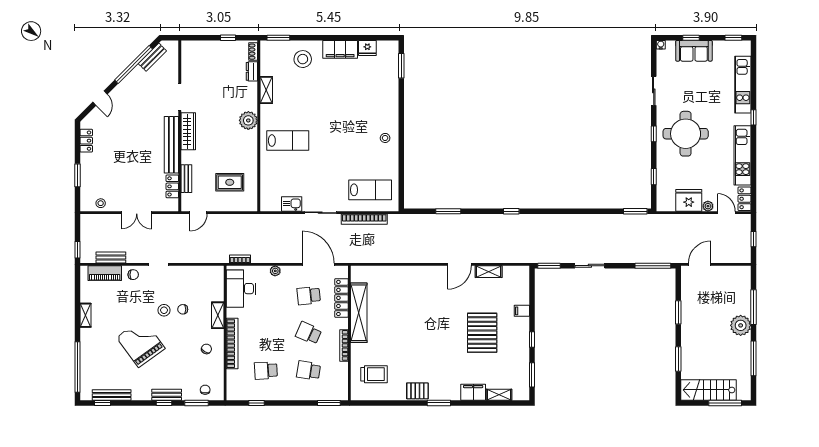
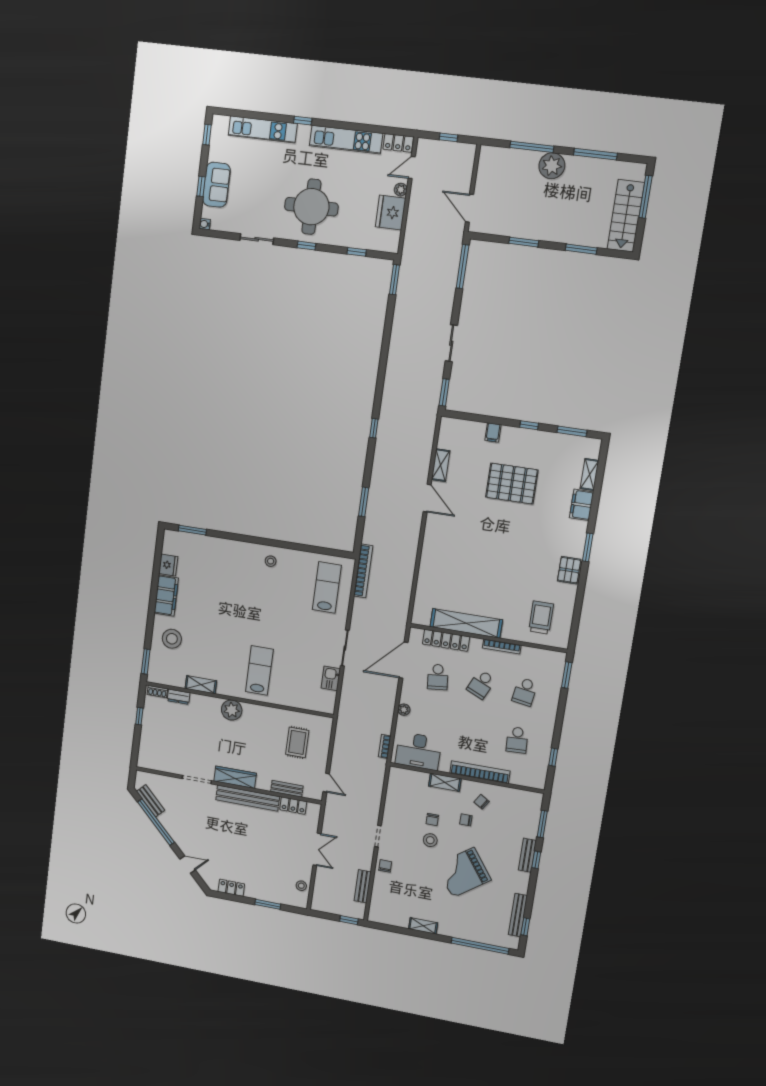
bookcase: (364, 219) -> (363, 571), moved
piano: (105, 273) -> (379, 896), removed
chair: (205, 390) -> (466, 820), moved

